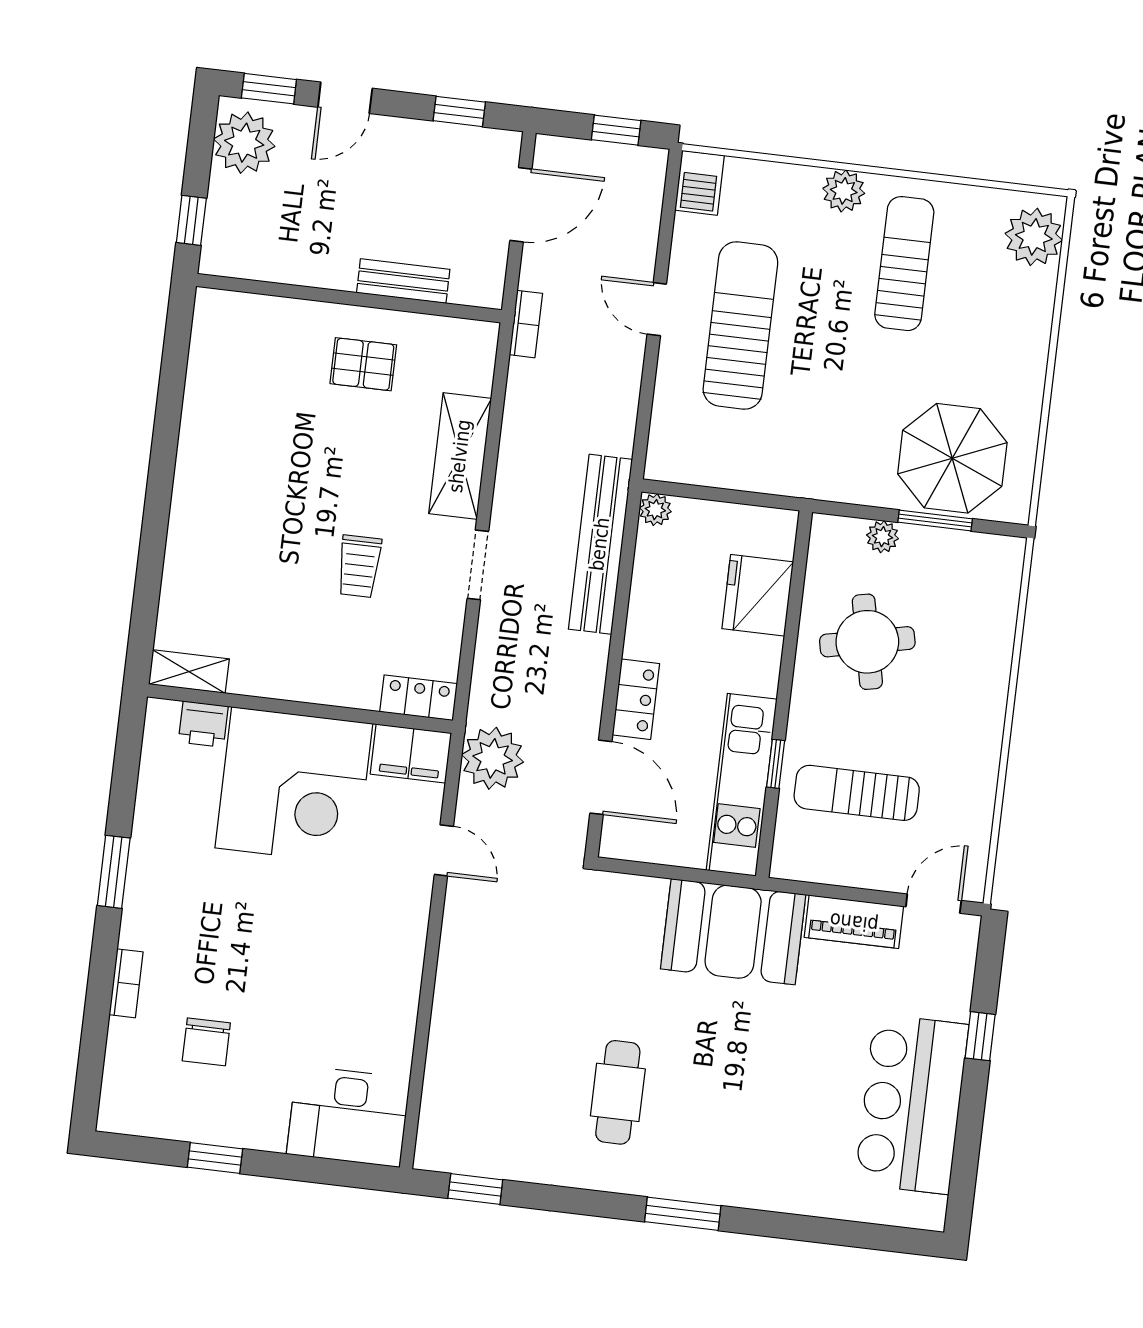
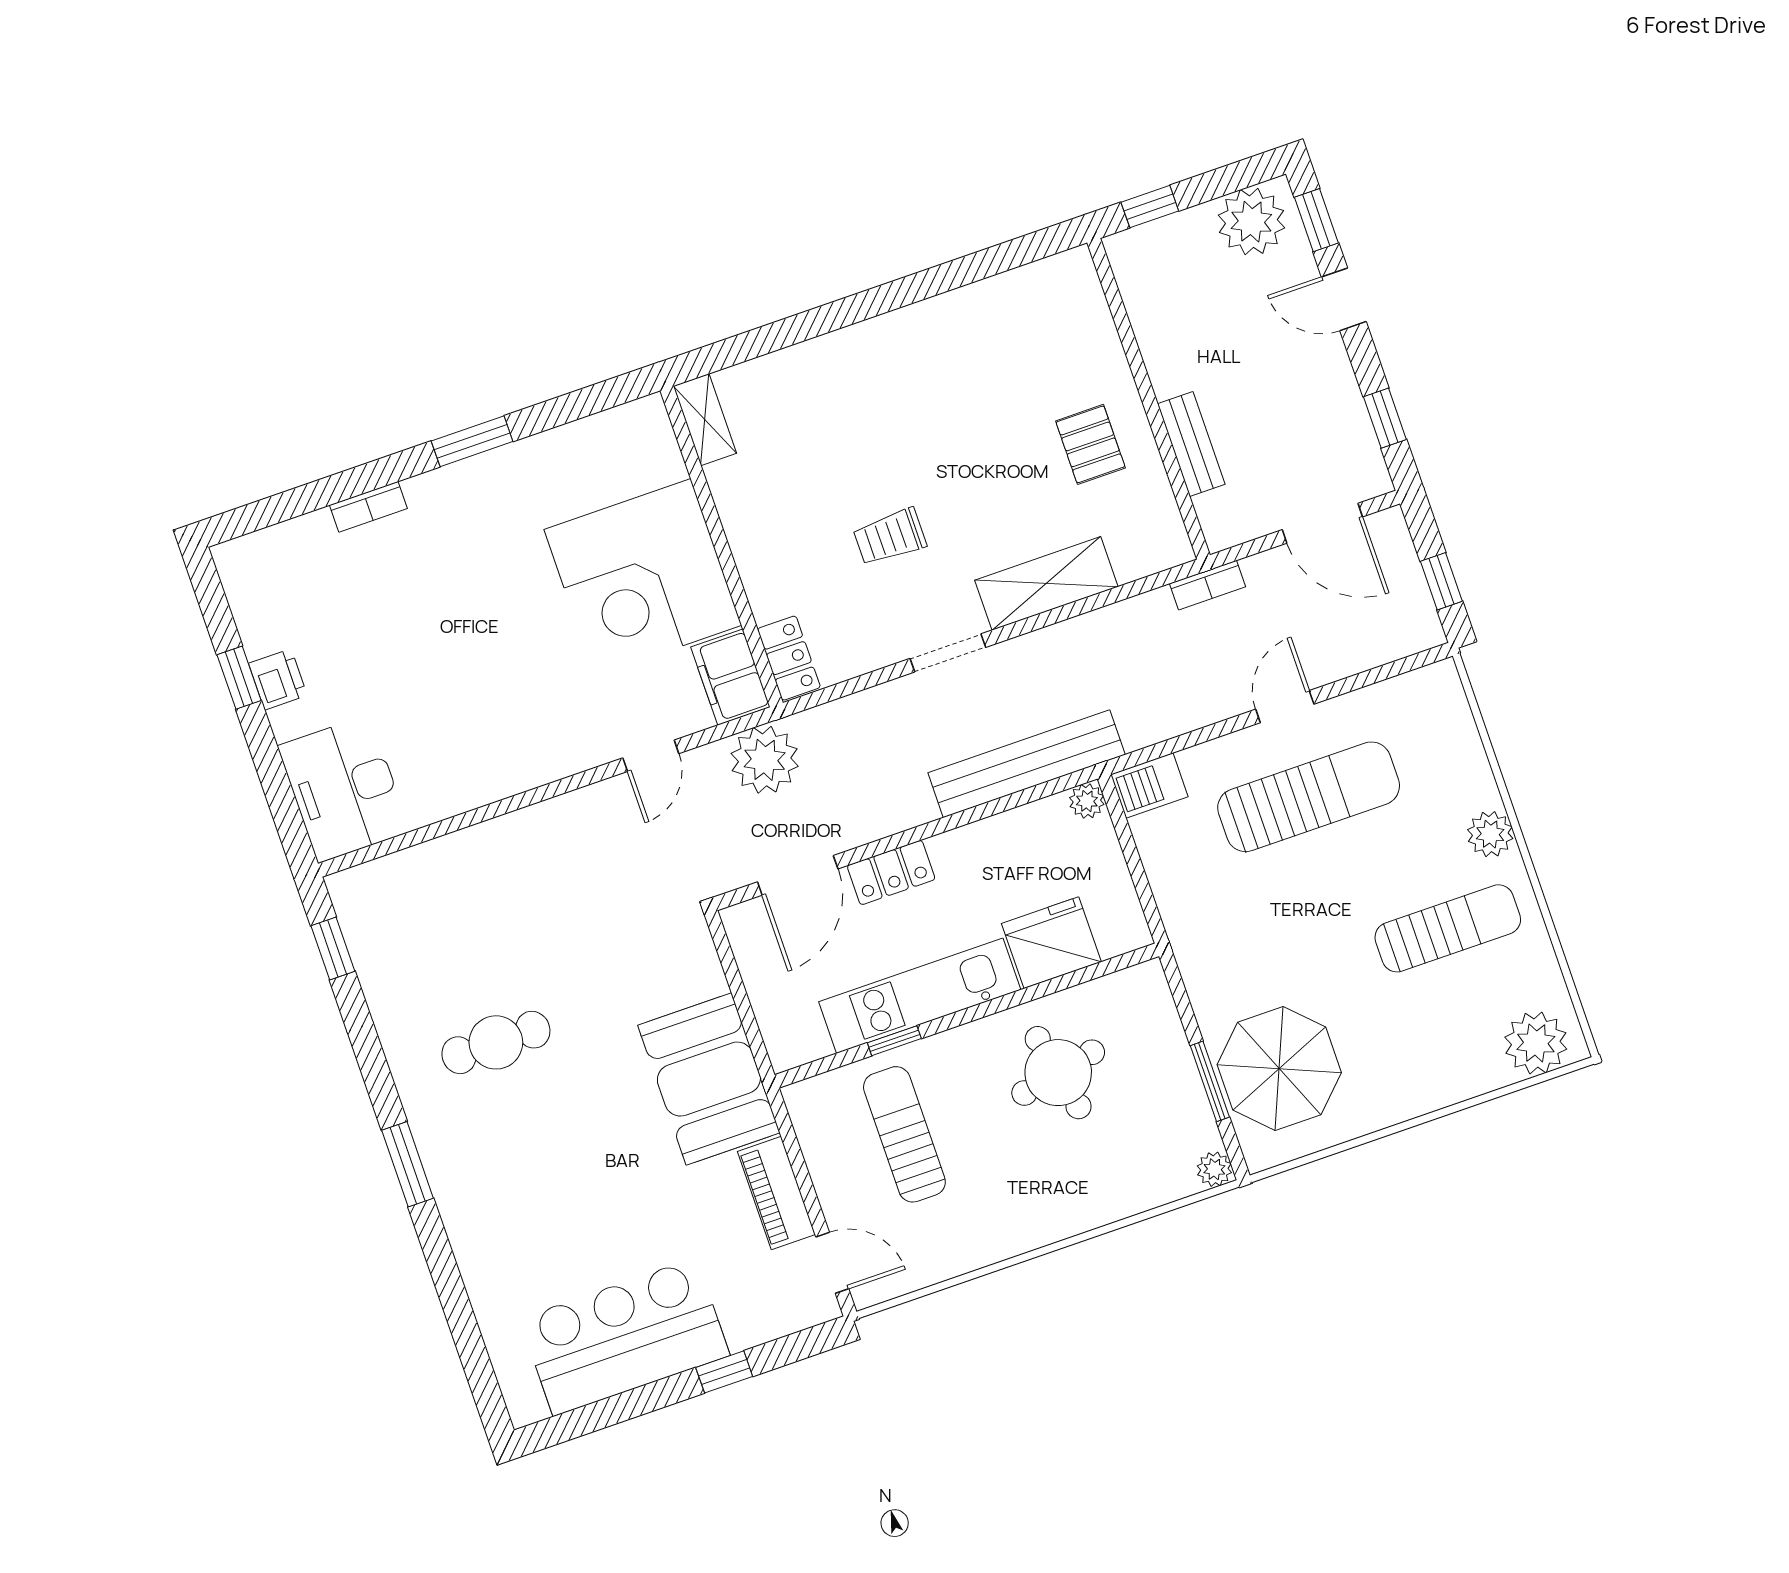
barbecue: (700, 183) -> (1149, 785), moved
plant: (883, 537) -> (1214, 1169), moved
printer: (203, 724) -> (278, 679), moved, turned 180
kitchen unit: (742, 785) -> (920, 996), moved
chair: (206, 1042) -> (349, 614), removed

